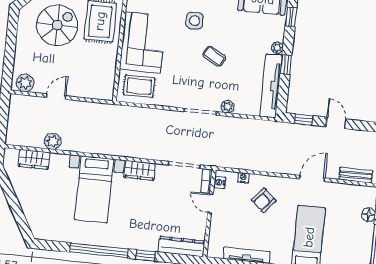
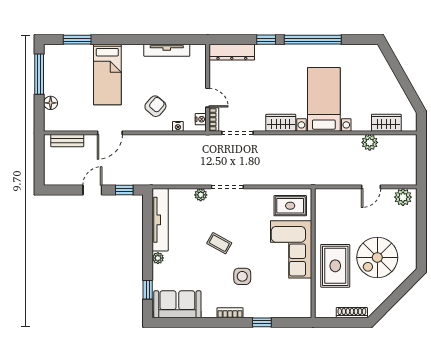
window: (286, 65) -> (148, 242), removed
door: (336, 123) -> (92, 190), swing flipped

